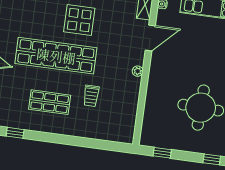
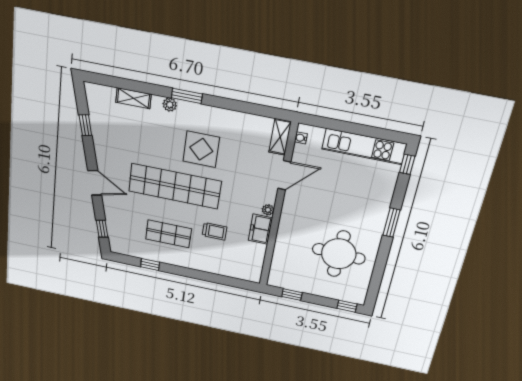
freezer: (132, 90) -> (260, 229), added
trolley: (91, 96) -> (215, 231), turned -90
window: (15, 133) -> (150, 264), moved

